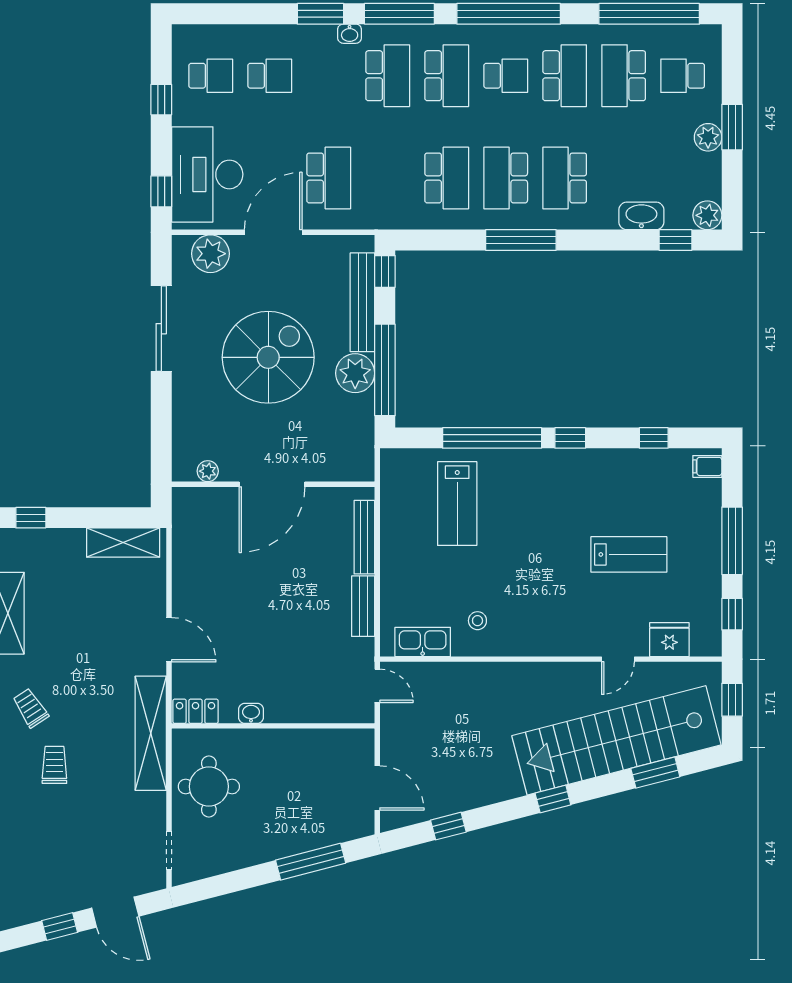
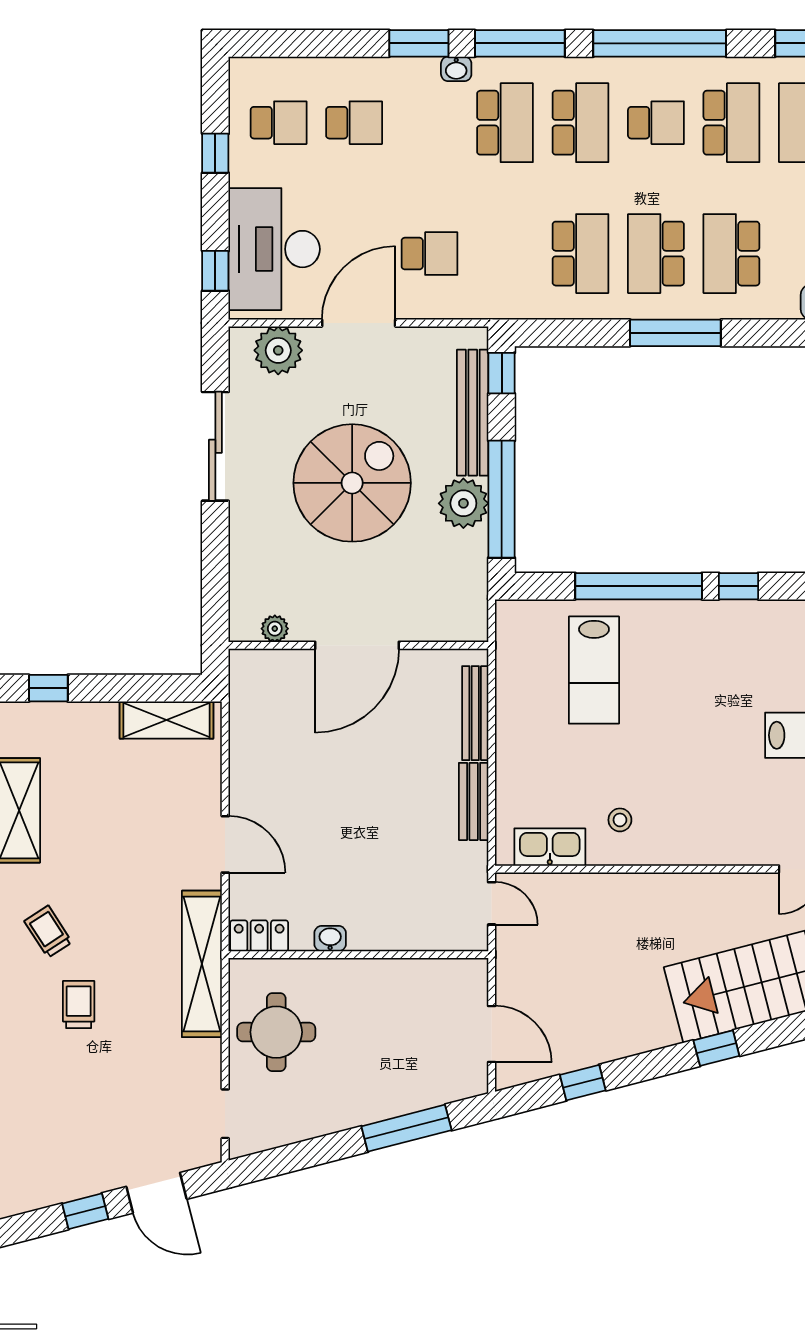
school desk: (329, 178) -> (430, 254), width x0.54

